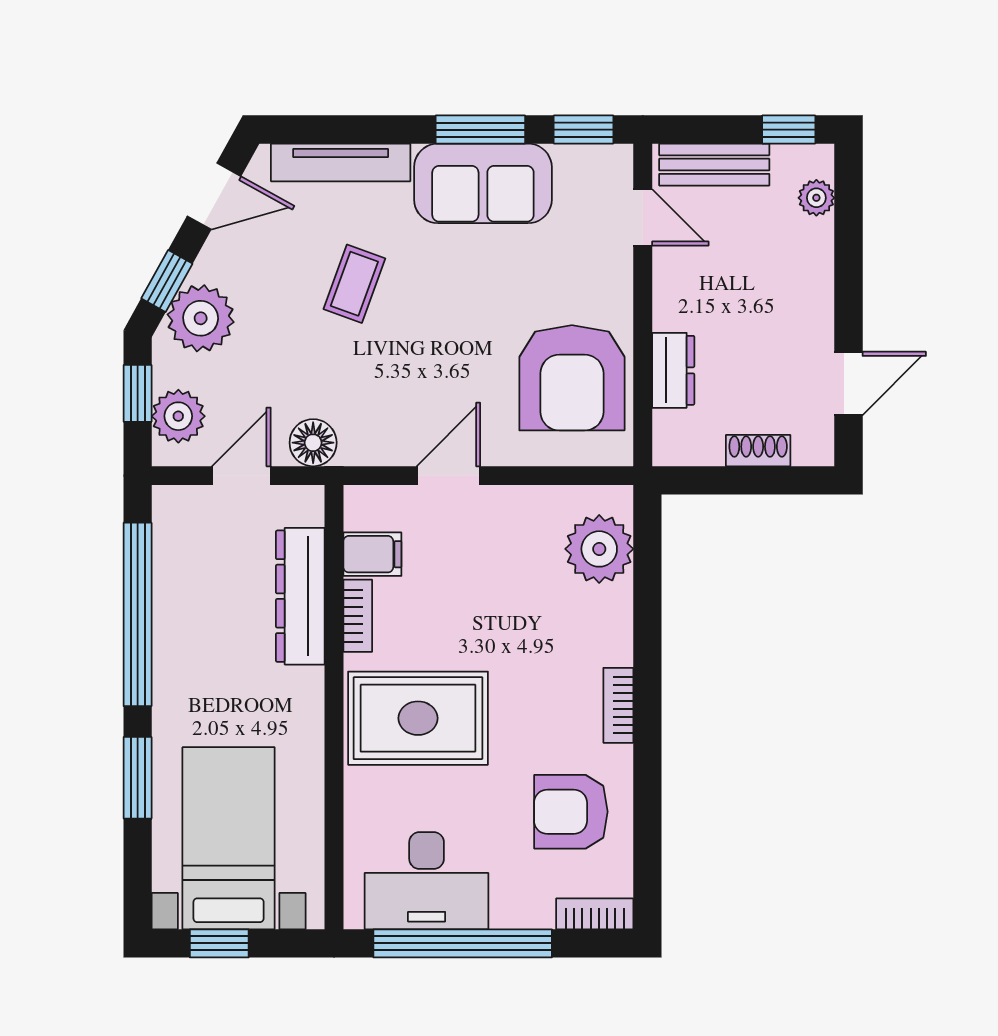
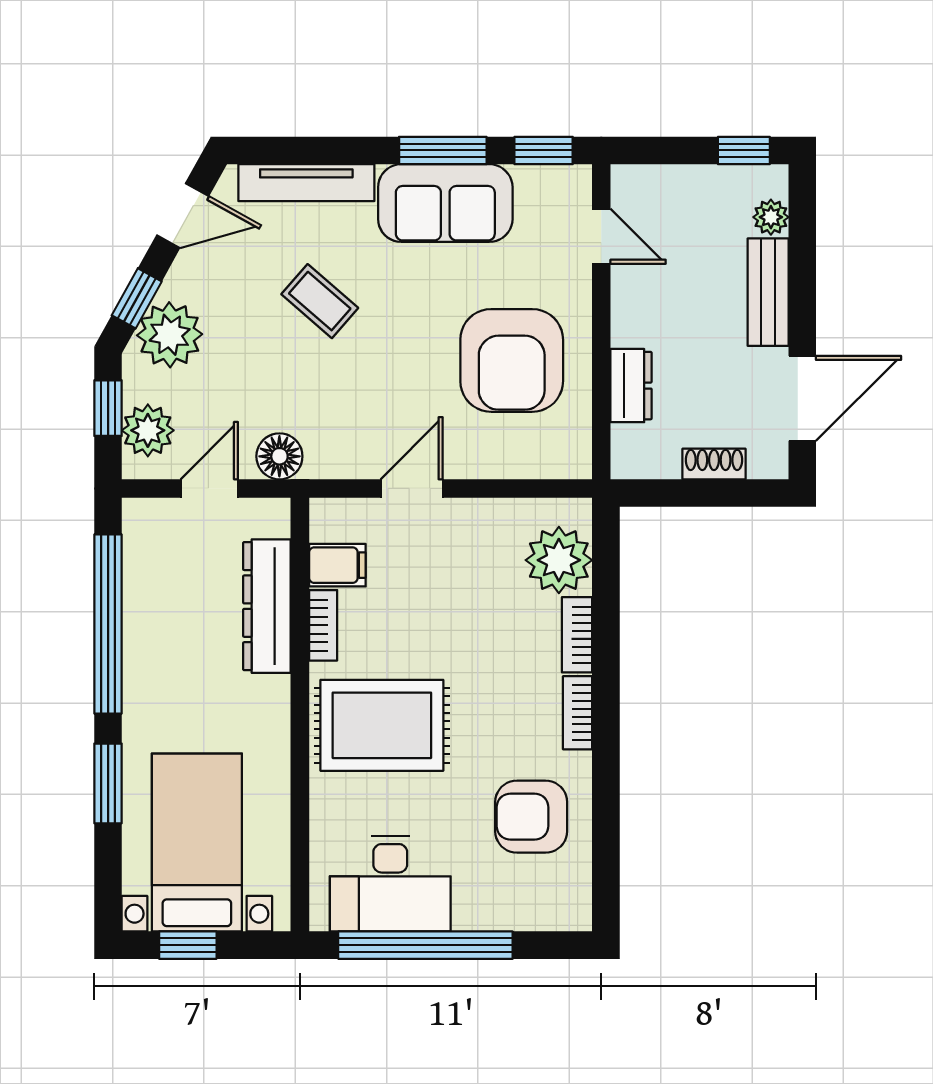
bench: (714, 165) -> (768, 292), moved, turned 90
coffee table: (354, 284) -> (320, 301), turned -69
armchair: (572, 378) -> (512, 360), moved
door: (848, 383) -> (802, 398), width x1.38
bookcase: (595, 914) -> (577, 635), moved, turned -90

